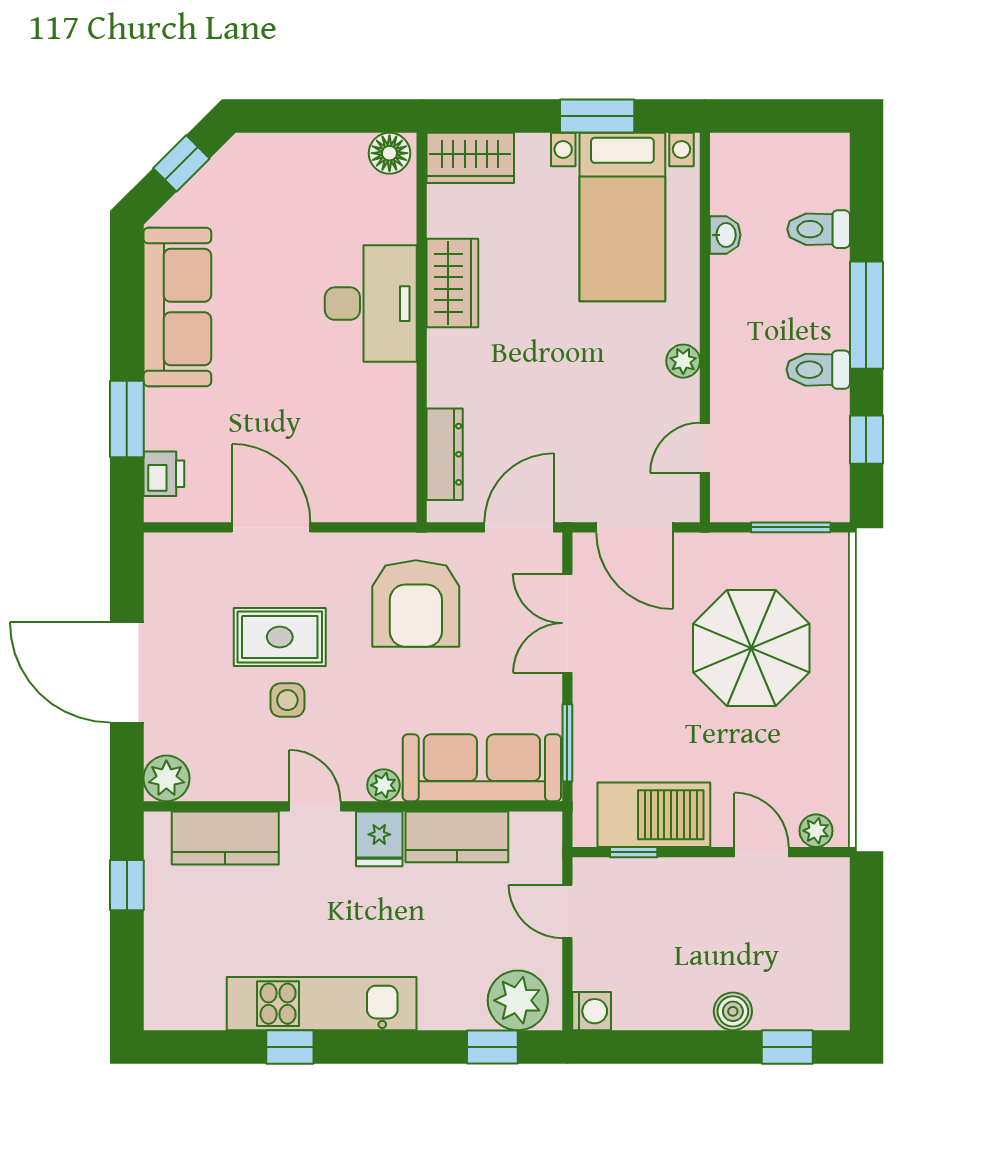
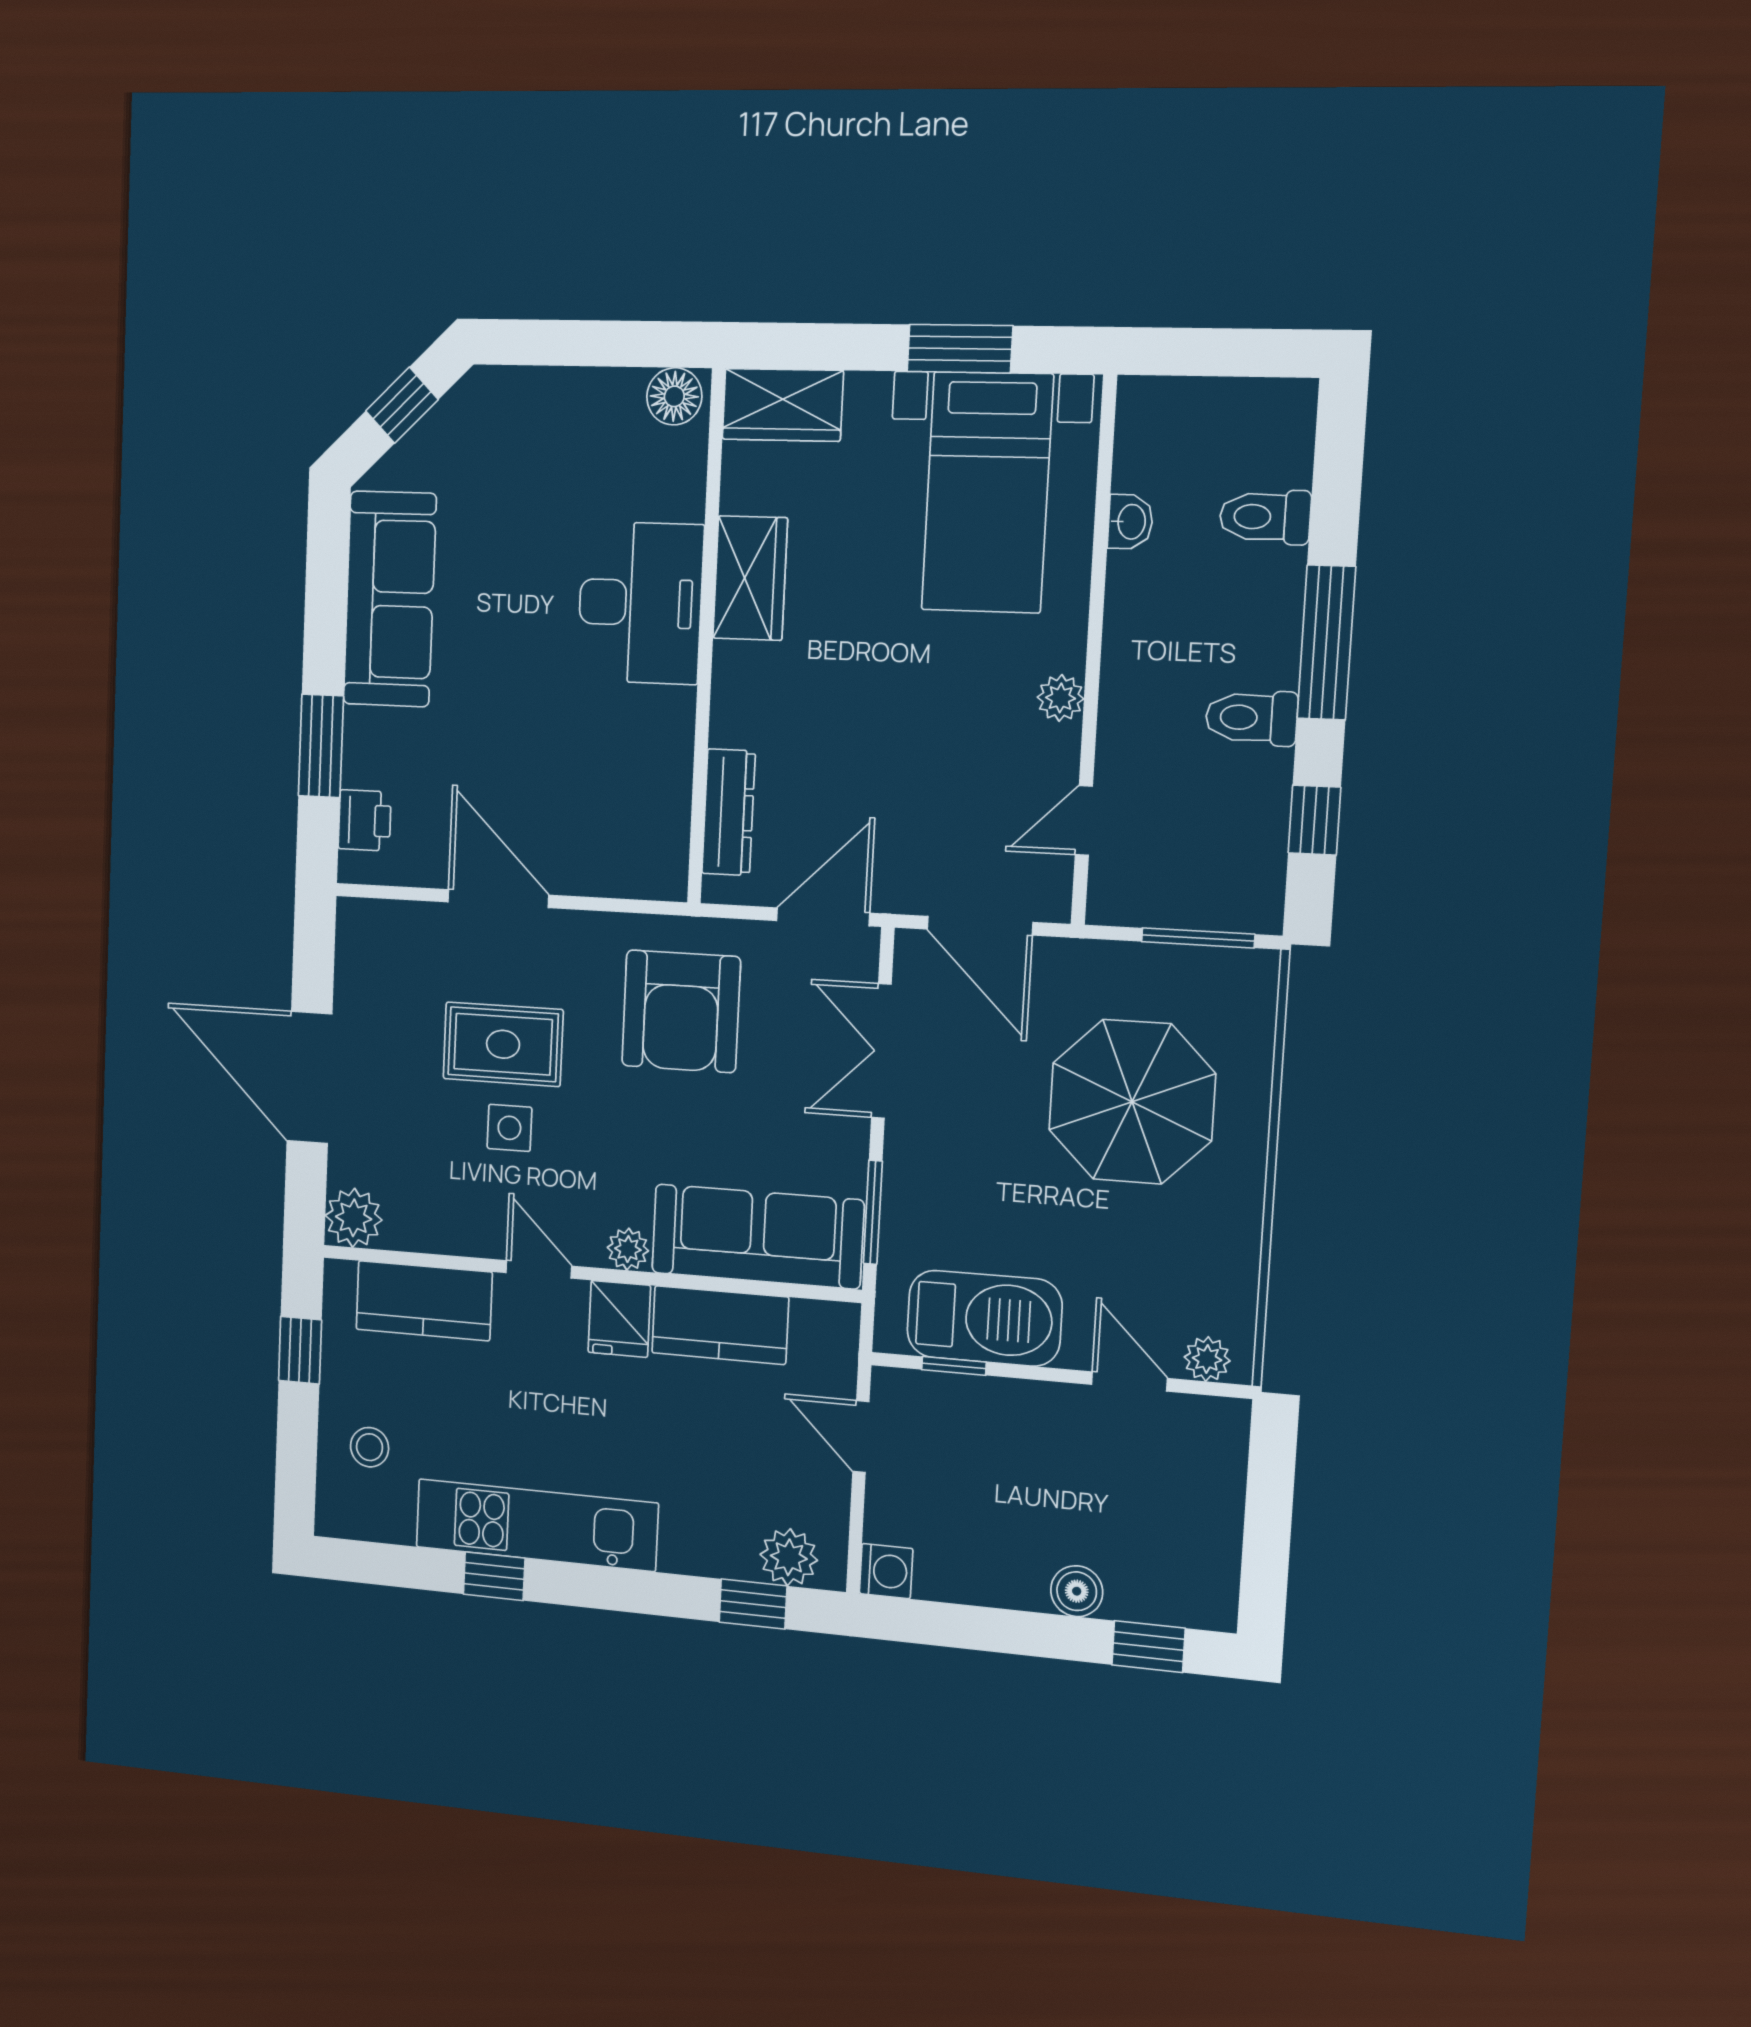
stool: (186, 956) -> (370, 1447), added
plant: (518, 1000) -> (789, 1557), width x0.73, depth x0.73

